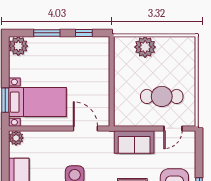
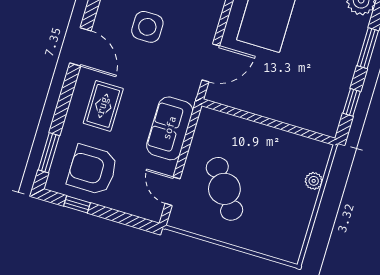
plant: (145, 47) -> (314, 181), width x0.53, depth x0.53
cafe table: (162, 96) -> (224, 189), turned -35

